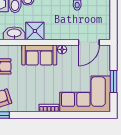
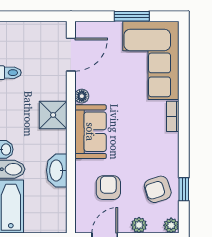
shower: (35, 31) -> (53, 115), moved
door: (89, 42) -> (71, 55), hinge flipped

